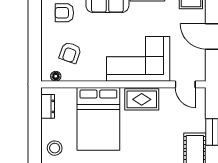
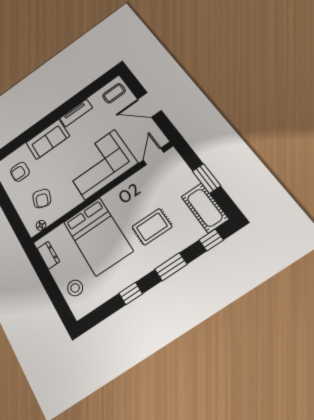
door: (185, 84) -> (154, 156), swing flipped
rug: (142, 99) -> (152, 227), moved

